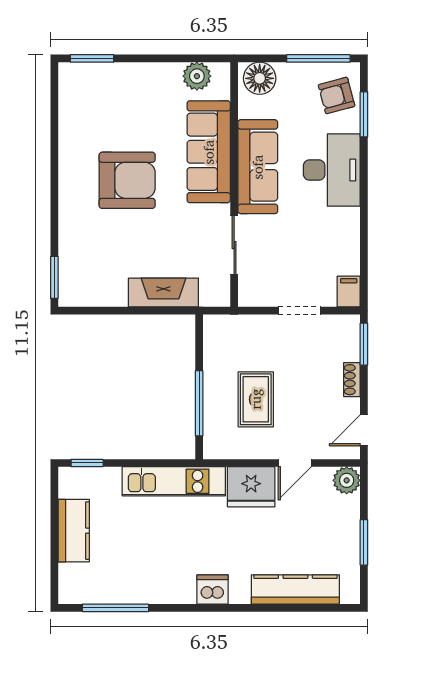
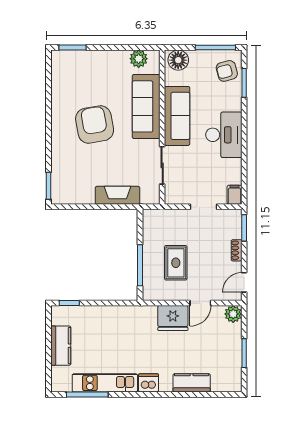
desk: (332, 170) -> (224, 135), moved
armchair: (127, 180) -> (95, 124), turned -100
kitchen unit: (174, 481) -> (105, 383), moved, turned 180
kitchen counter: (295, 589) -> (192, 383), width x0.67

